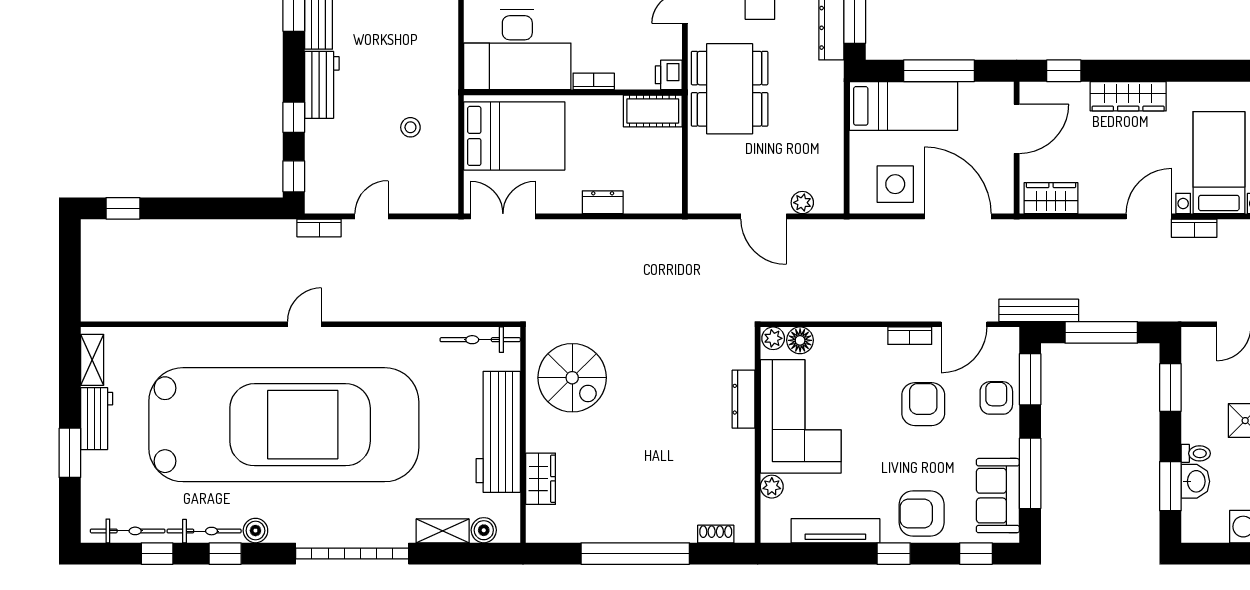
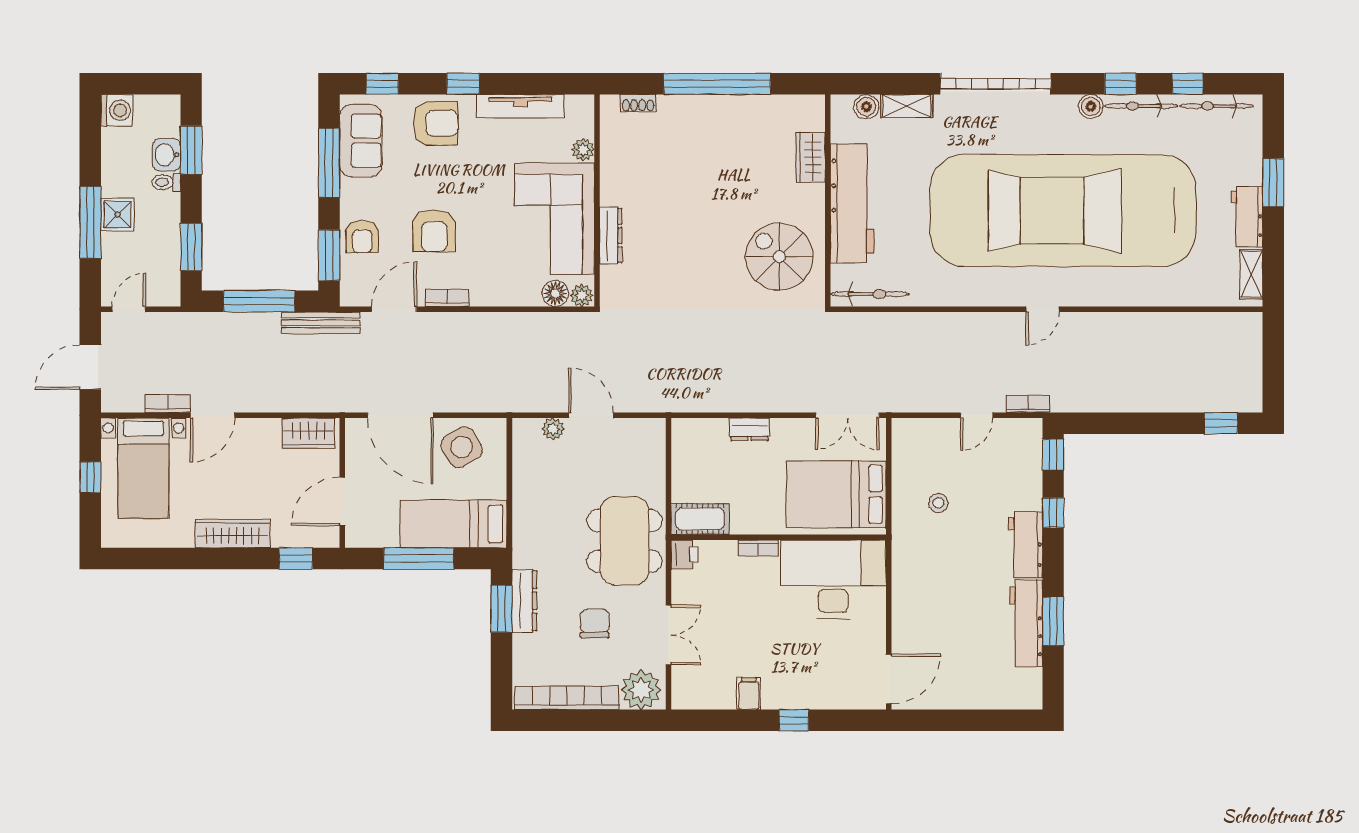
side table: (895, 184) -> (462, 447), turned -30

